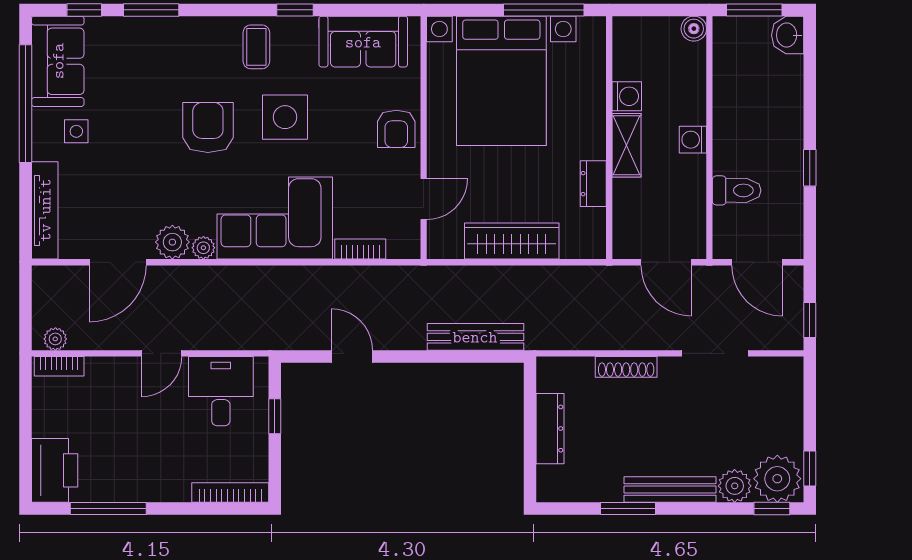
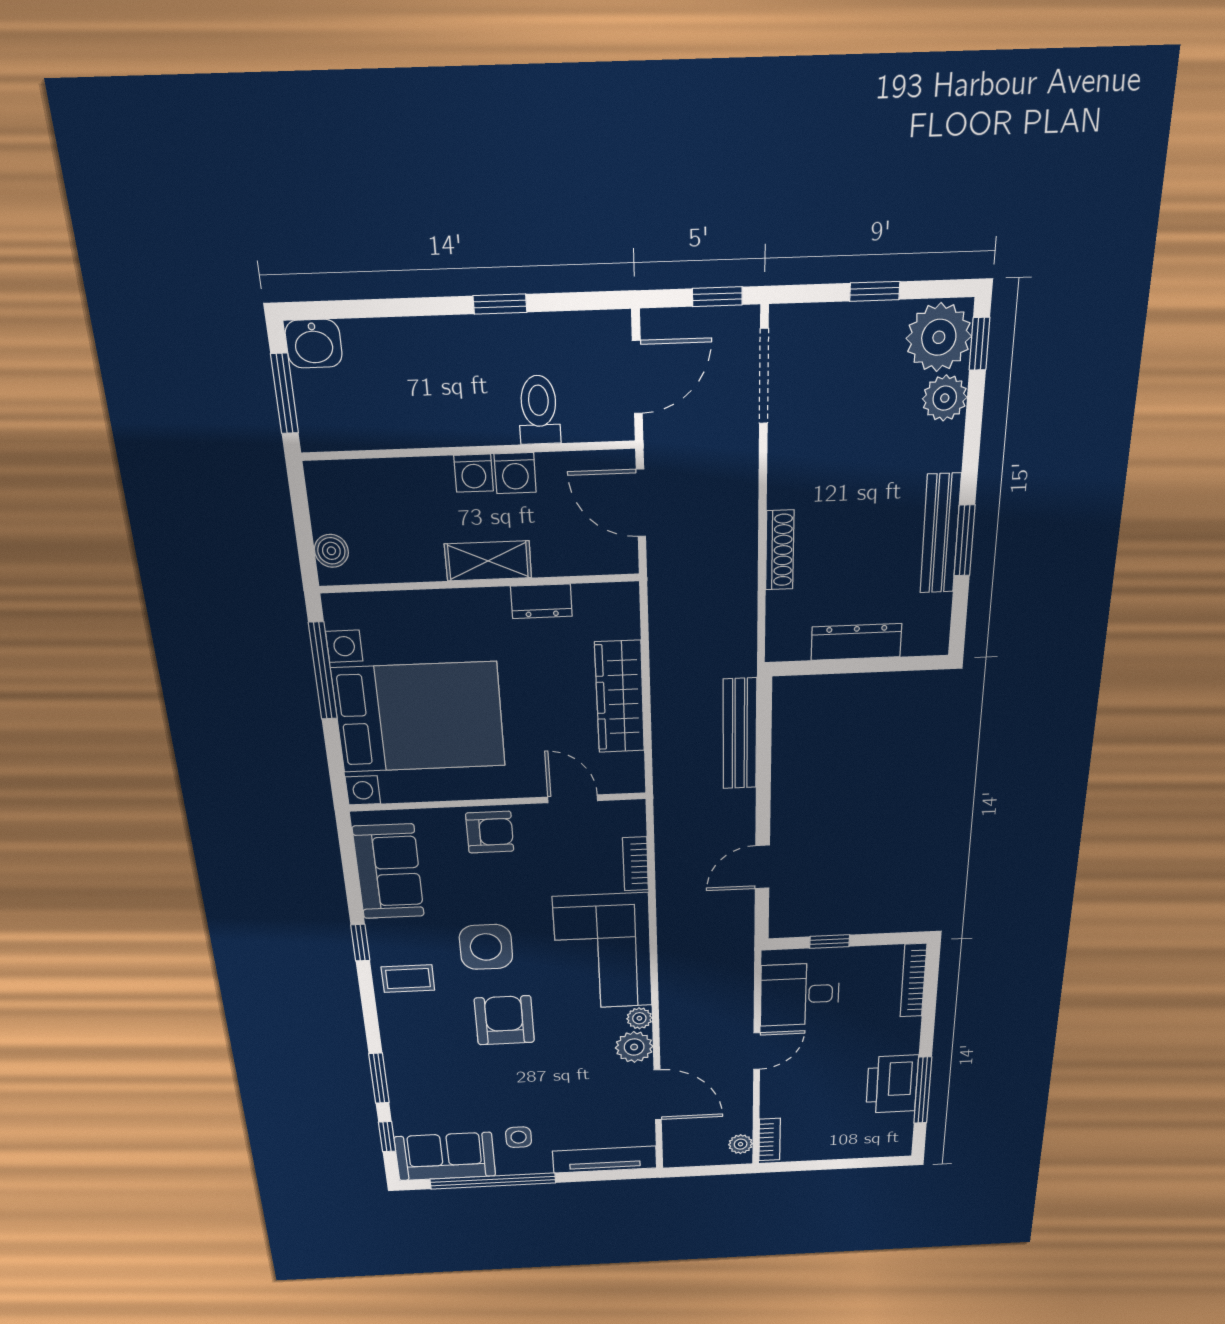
boiler: (694, 29) -> (331, 551), moved
washing machine: (627, 96) -> (515, 473), moved, turned 180
armchair: (208, 127) -> (504, 1020), turned 90
door: (666, 262) -> (641, 503), swing flipped
door: (161, 353) -> (757, 1051), hinge flipped
doorway: (715, 353) -> (764, 376), moved
window: (810, 468) -> (875, 291), moved
printer: (55, 470) -> (892, 1084), moved, turned -90
bench: (670, 490) -> (940, 534), moved

